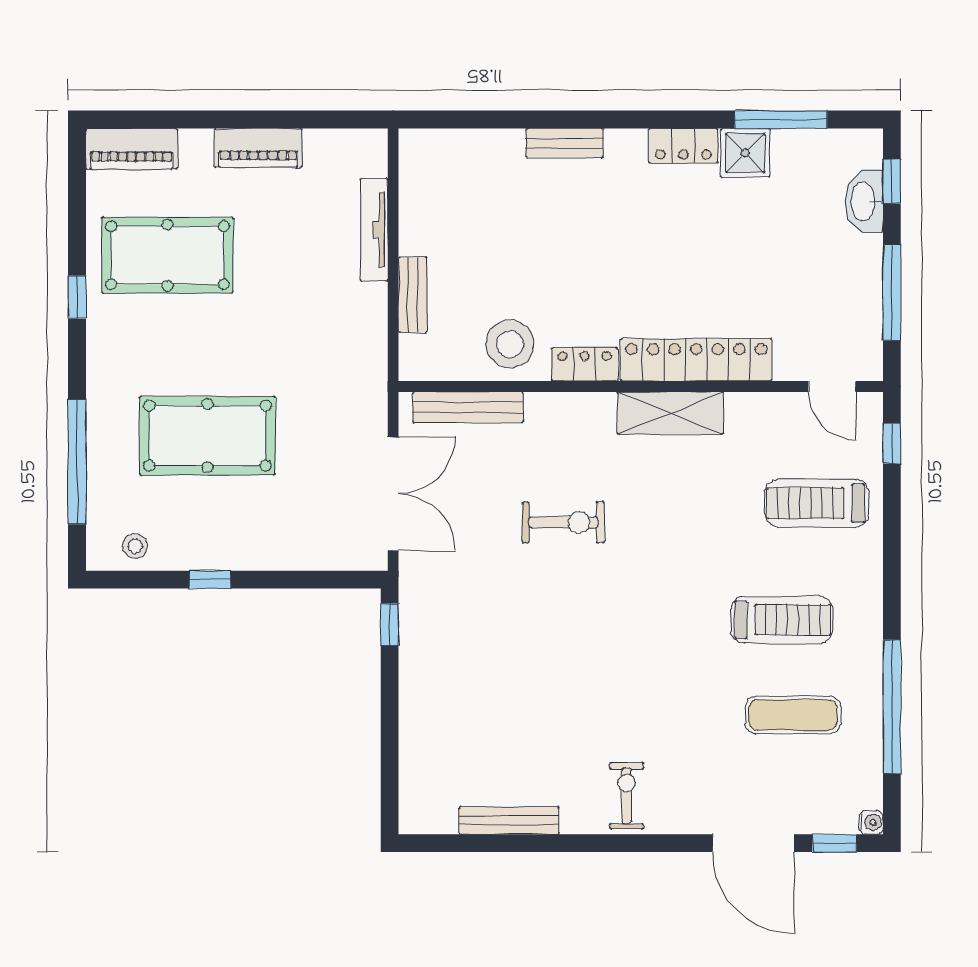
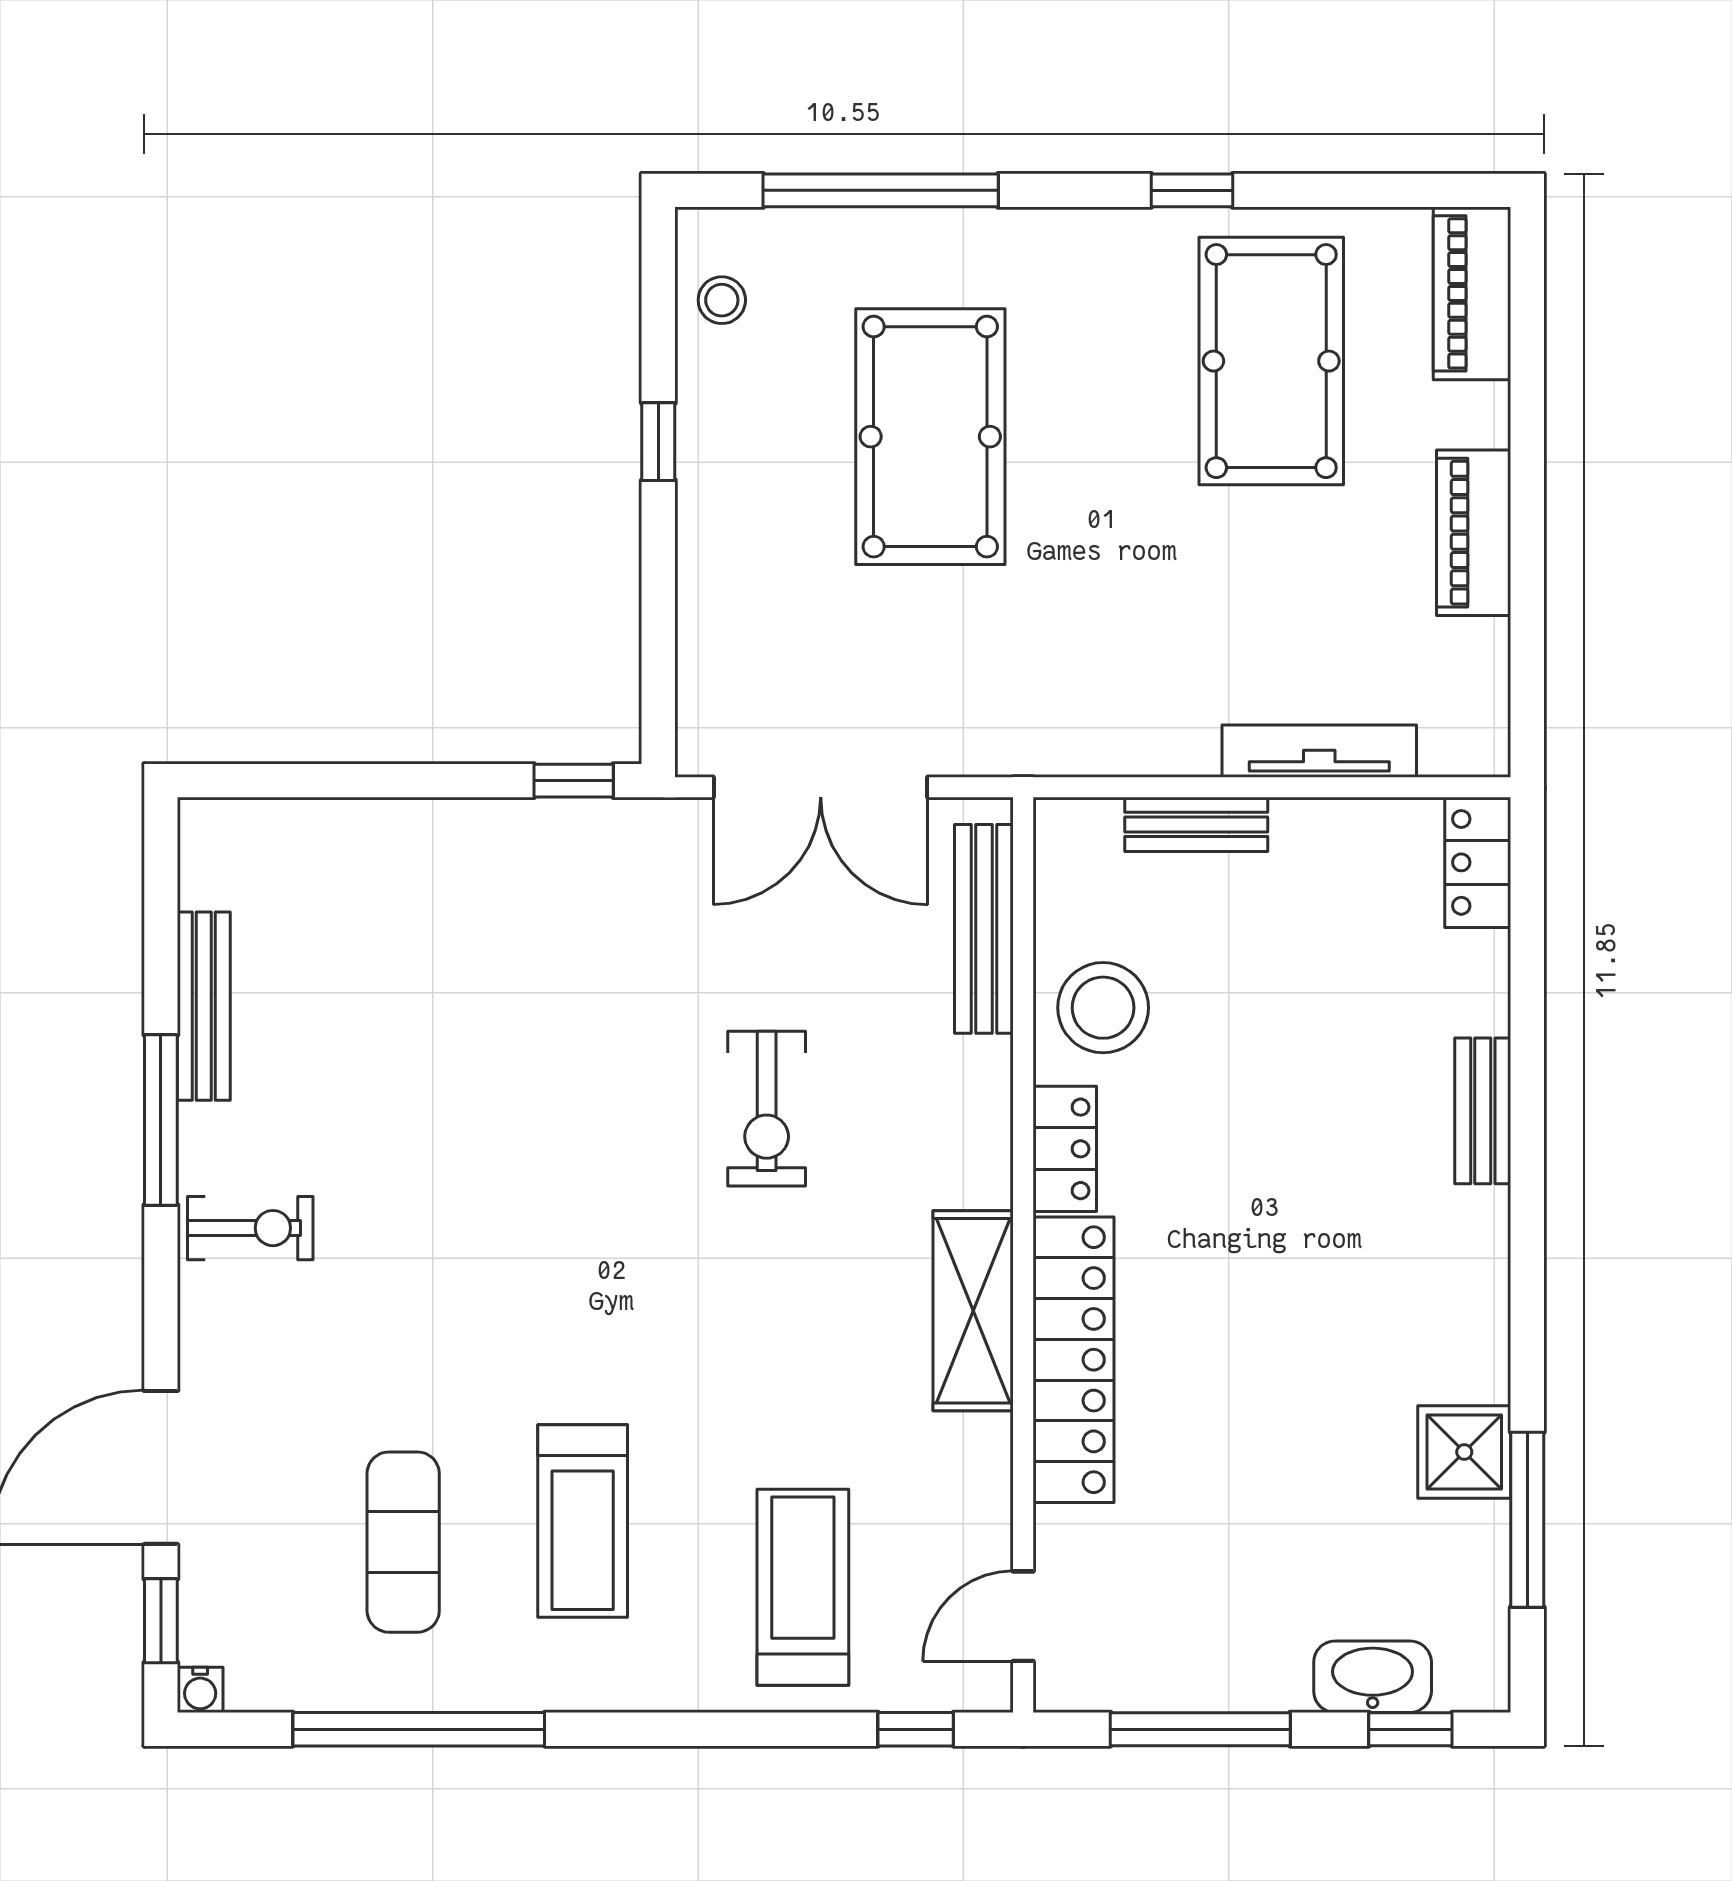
locker: (683, 146) -> (1478, 862), moved
window: (569, 843) -> (161, 1120), added

